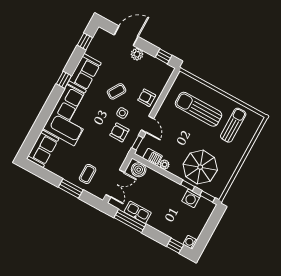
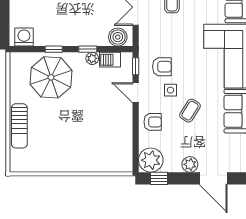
door: (126, 36) -> (213, 178), hinge flipped
plant: (162, 72) -> (151, 160), added
sun lounger: (198, 109) -> (88, 141), removed
sun lounger: (233, 125) -> (19, 126), moved
window: (207, 196) -> (88, 49), moved
washing machine: (191, 198) -> (24, 37), moved

